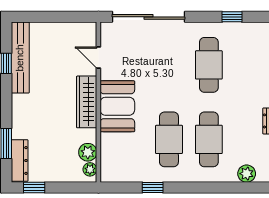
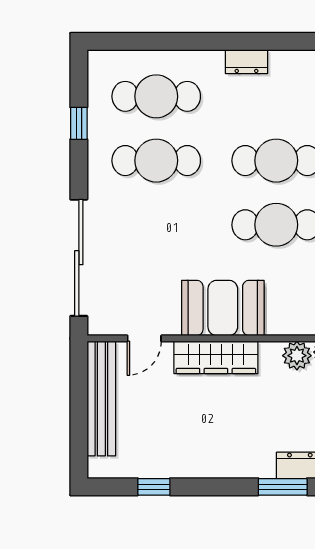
bench: (20, 58) -> (101, 399), moved, turned 90
cafe table: (249, 65) -> (156, 96), added

